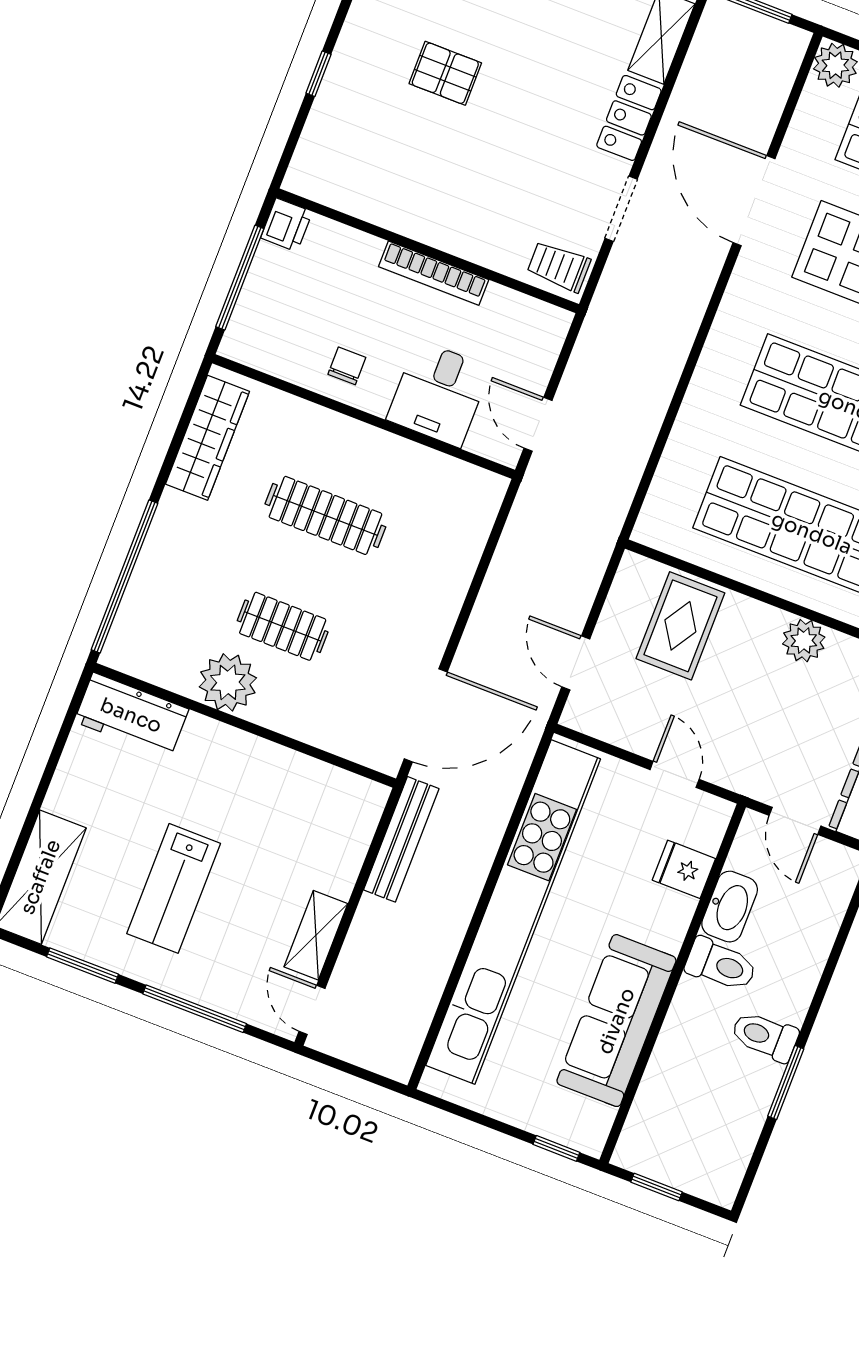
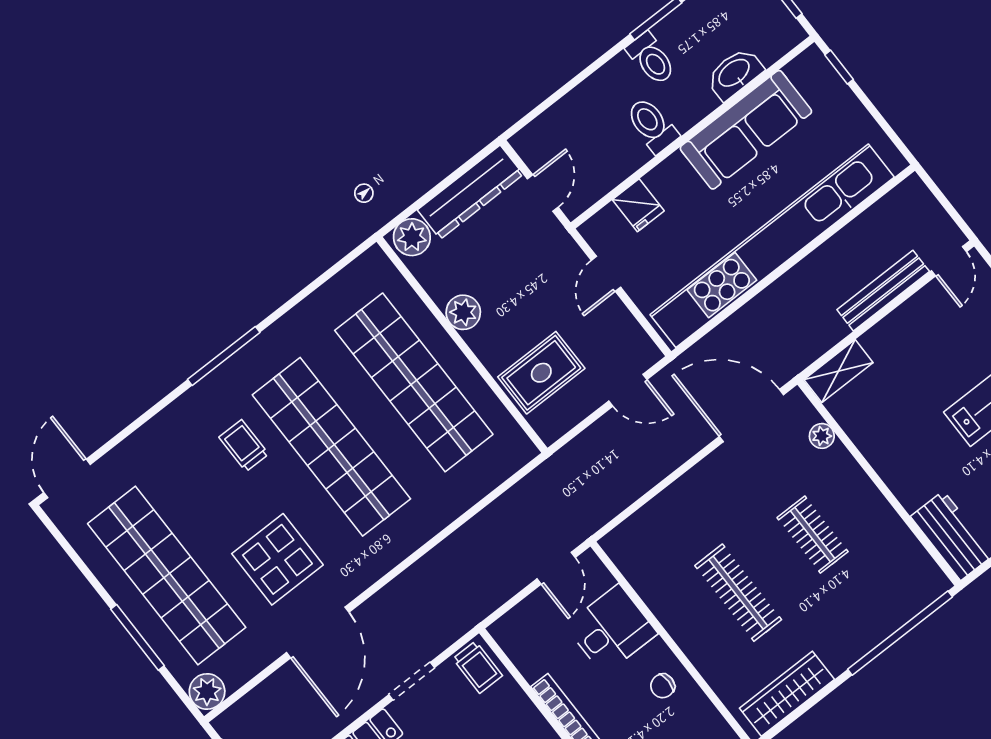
door: (576, 663) -> (628, 390), hinge flipped
plant: (228, 682) -> (822, 436), moved, width x0.53, depth x0.53
bench: (401, 839) -> (883, 291), moved
washbasin: (730, 907) -> (735, 74), moved
shelving: (316, 935) -> (839, 371), moved

